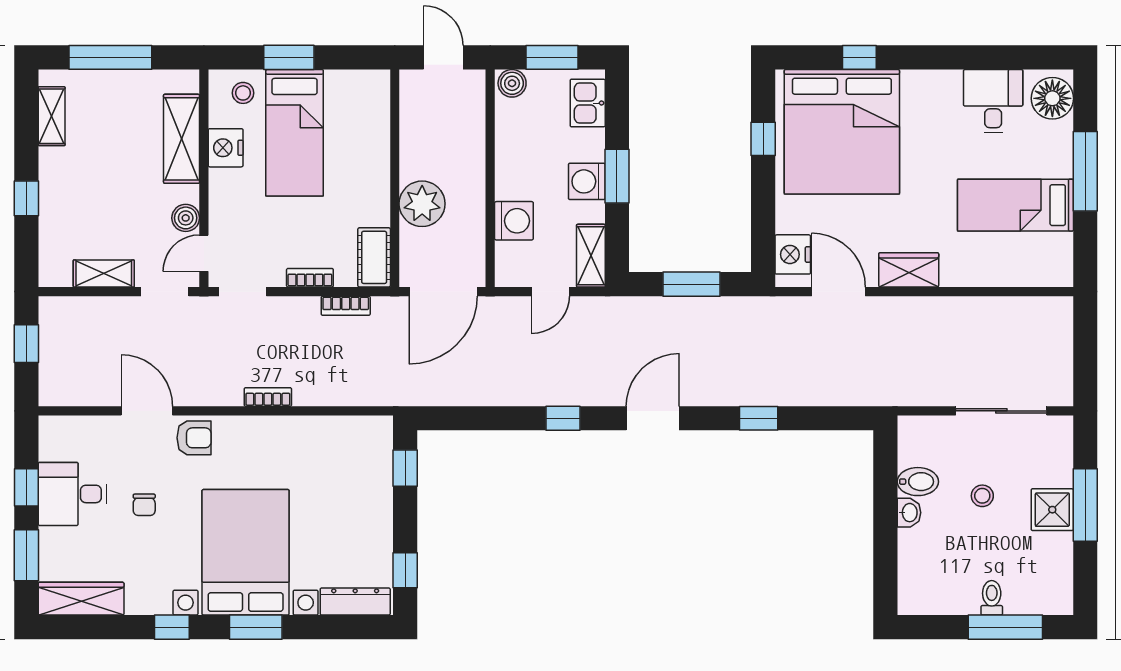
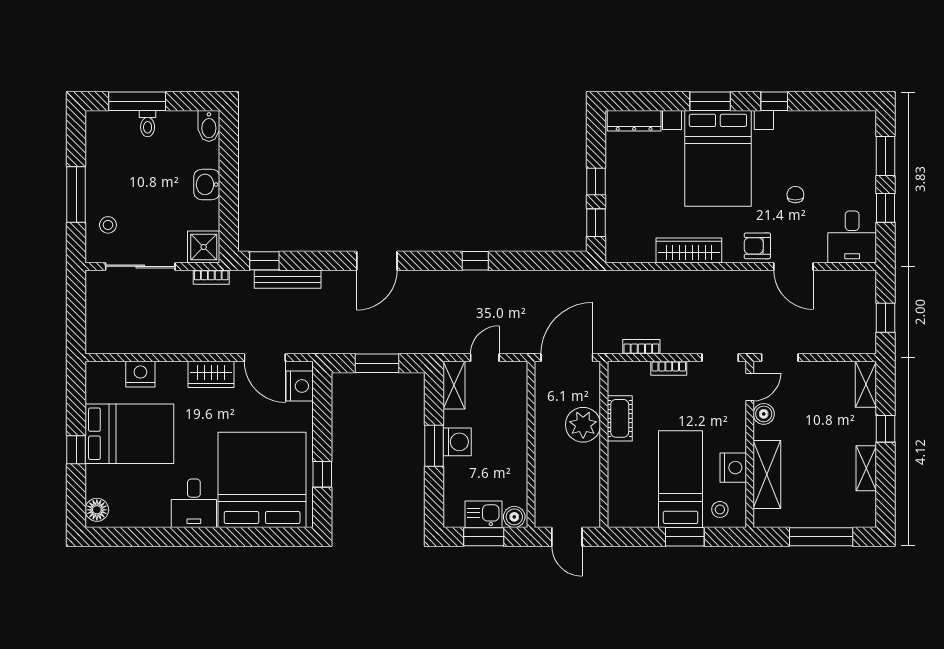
window: (859, 57) -> (249, 537), removed
floor lamp: (1052, 98) -> (97, 510), width x0.73, depth x0.73
desk: (993, 101) -> (194, 503), moved
kitchen sink: (588, 103) -> (483, 514), moved, turned -90
shelving: (52, 116) -> (866, 468), moved
window: (1085, 171) -> (76, 450), width x0.46
bed: (1015, 205) -> (129, 434), width x1.50
washing machine: (514, 221) -> (513, 412), removed
cot: (374, 257) -> (620, 418), moved
nightstand: (1001, 270) -> (140, 374), added
shelving: (104, 273) -> (866, 384), moved, turned 90
bench: (809, 394) -> (288, 279), added
bookcase: (268, 397) -> (211, 277), moved
door: (653, 418) -> (377, 261), moved
window: (759, 418) -> (264, 261), moved
bidet: (918, 482) -> (209, 126), moved, turned -90
desk: (72, 494) -> (852, 237), moved, turned 90
stool: (982, 496) -> (108, 225), moved
shower: (1052, 510) -> (204, 247), moved
washbasin: (909, 513) -> (207, 184), width x1.38, depth x1.45
window: (405, 570) -> (596, 182), moved
wardrobe: (81, 599) -> (689, 250), moved, turned 180

